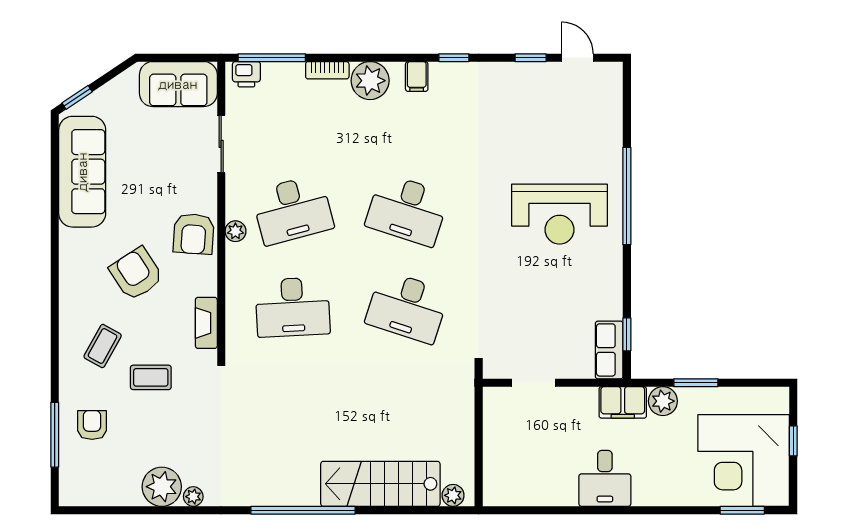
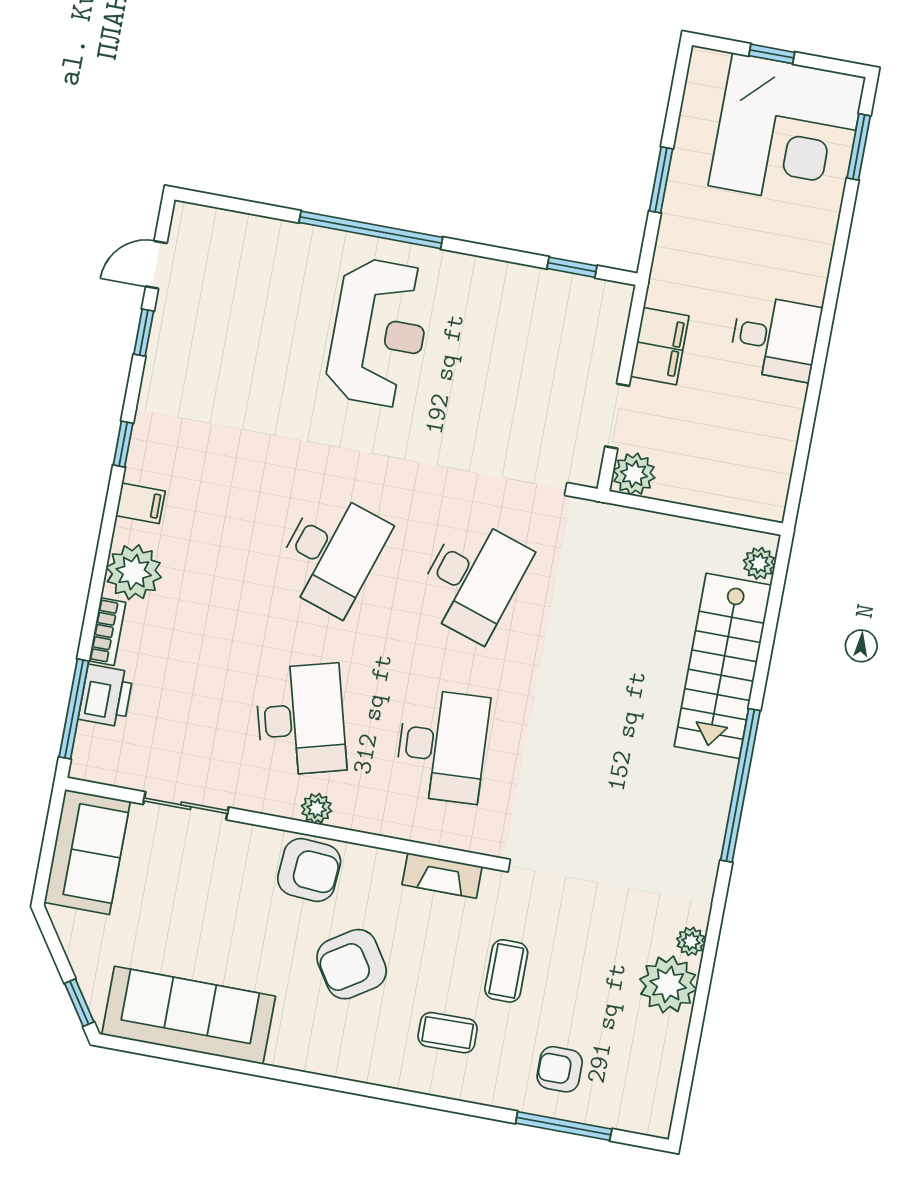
printer: (246, 74) -> (106, 696), moved, width x1.36, depth x1.24
coffee table: (103, 346) -> (448, 1033), turned -30
row of seats: (609, 350) -> (590, 297), removed
plant: (663, 401) -> (634, 474), moved
filing cabinet: (623, 402) -> (660, 346), moved

